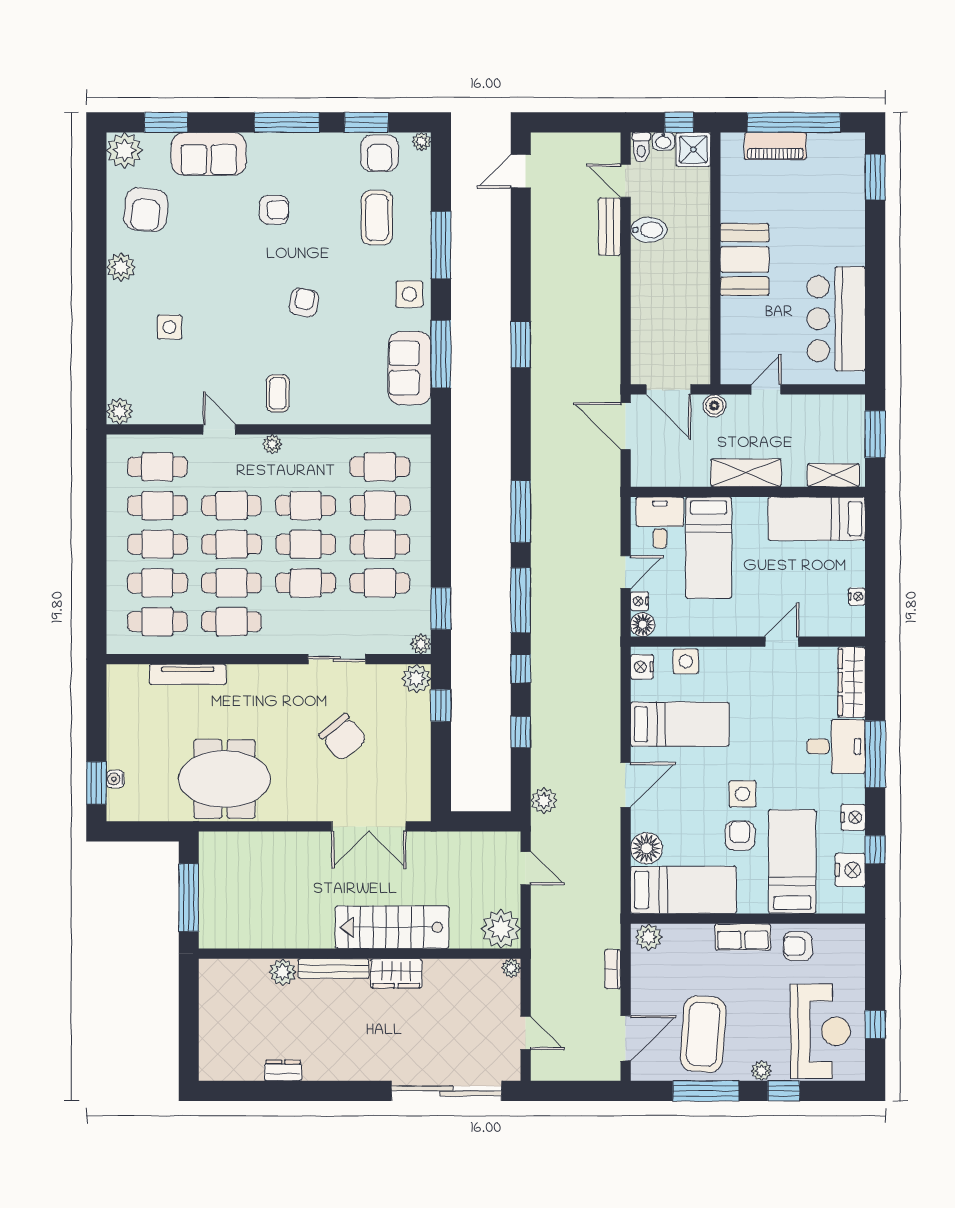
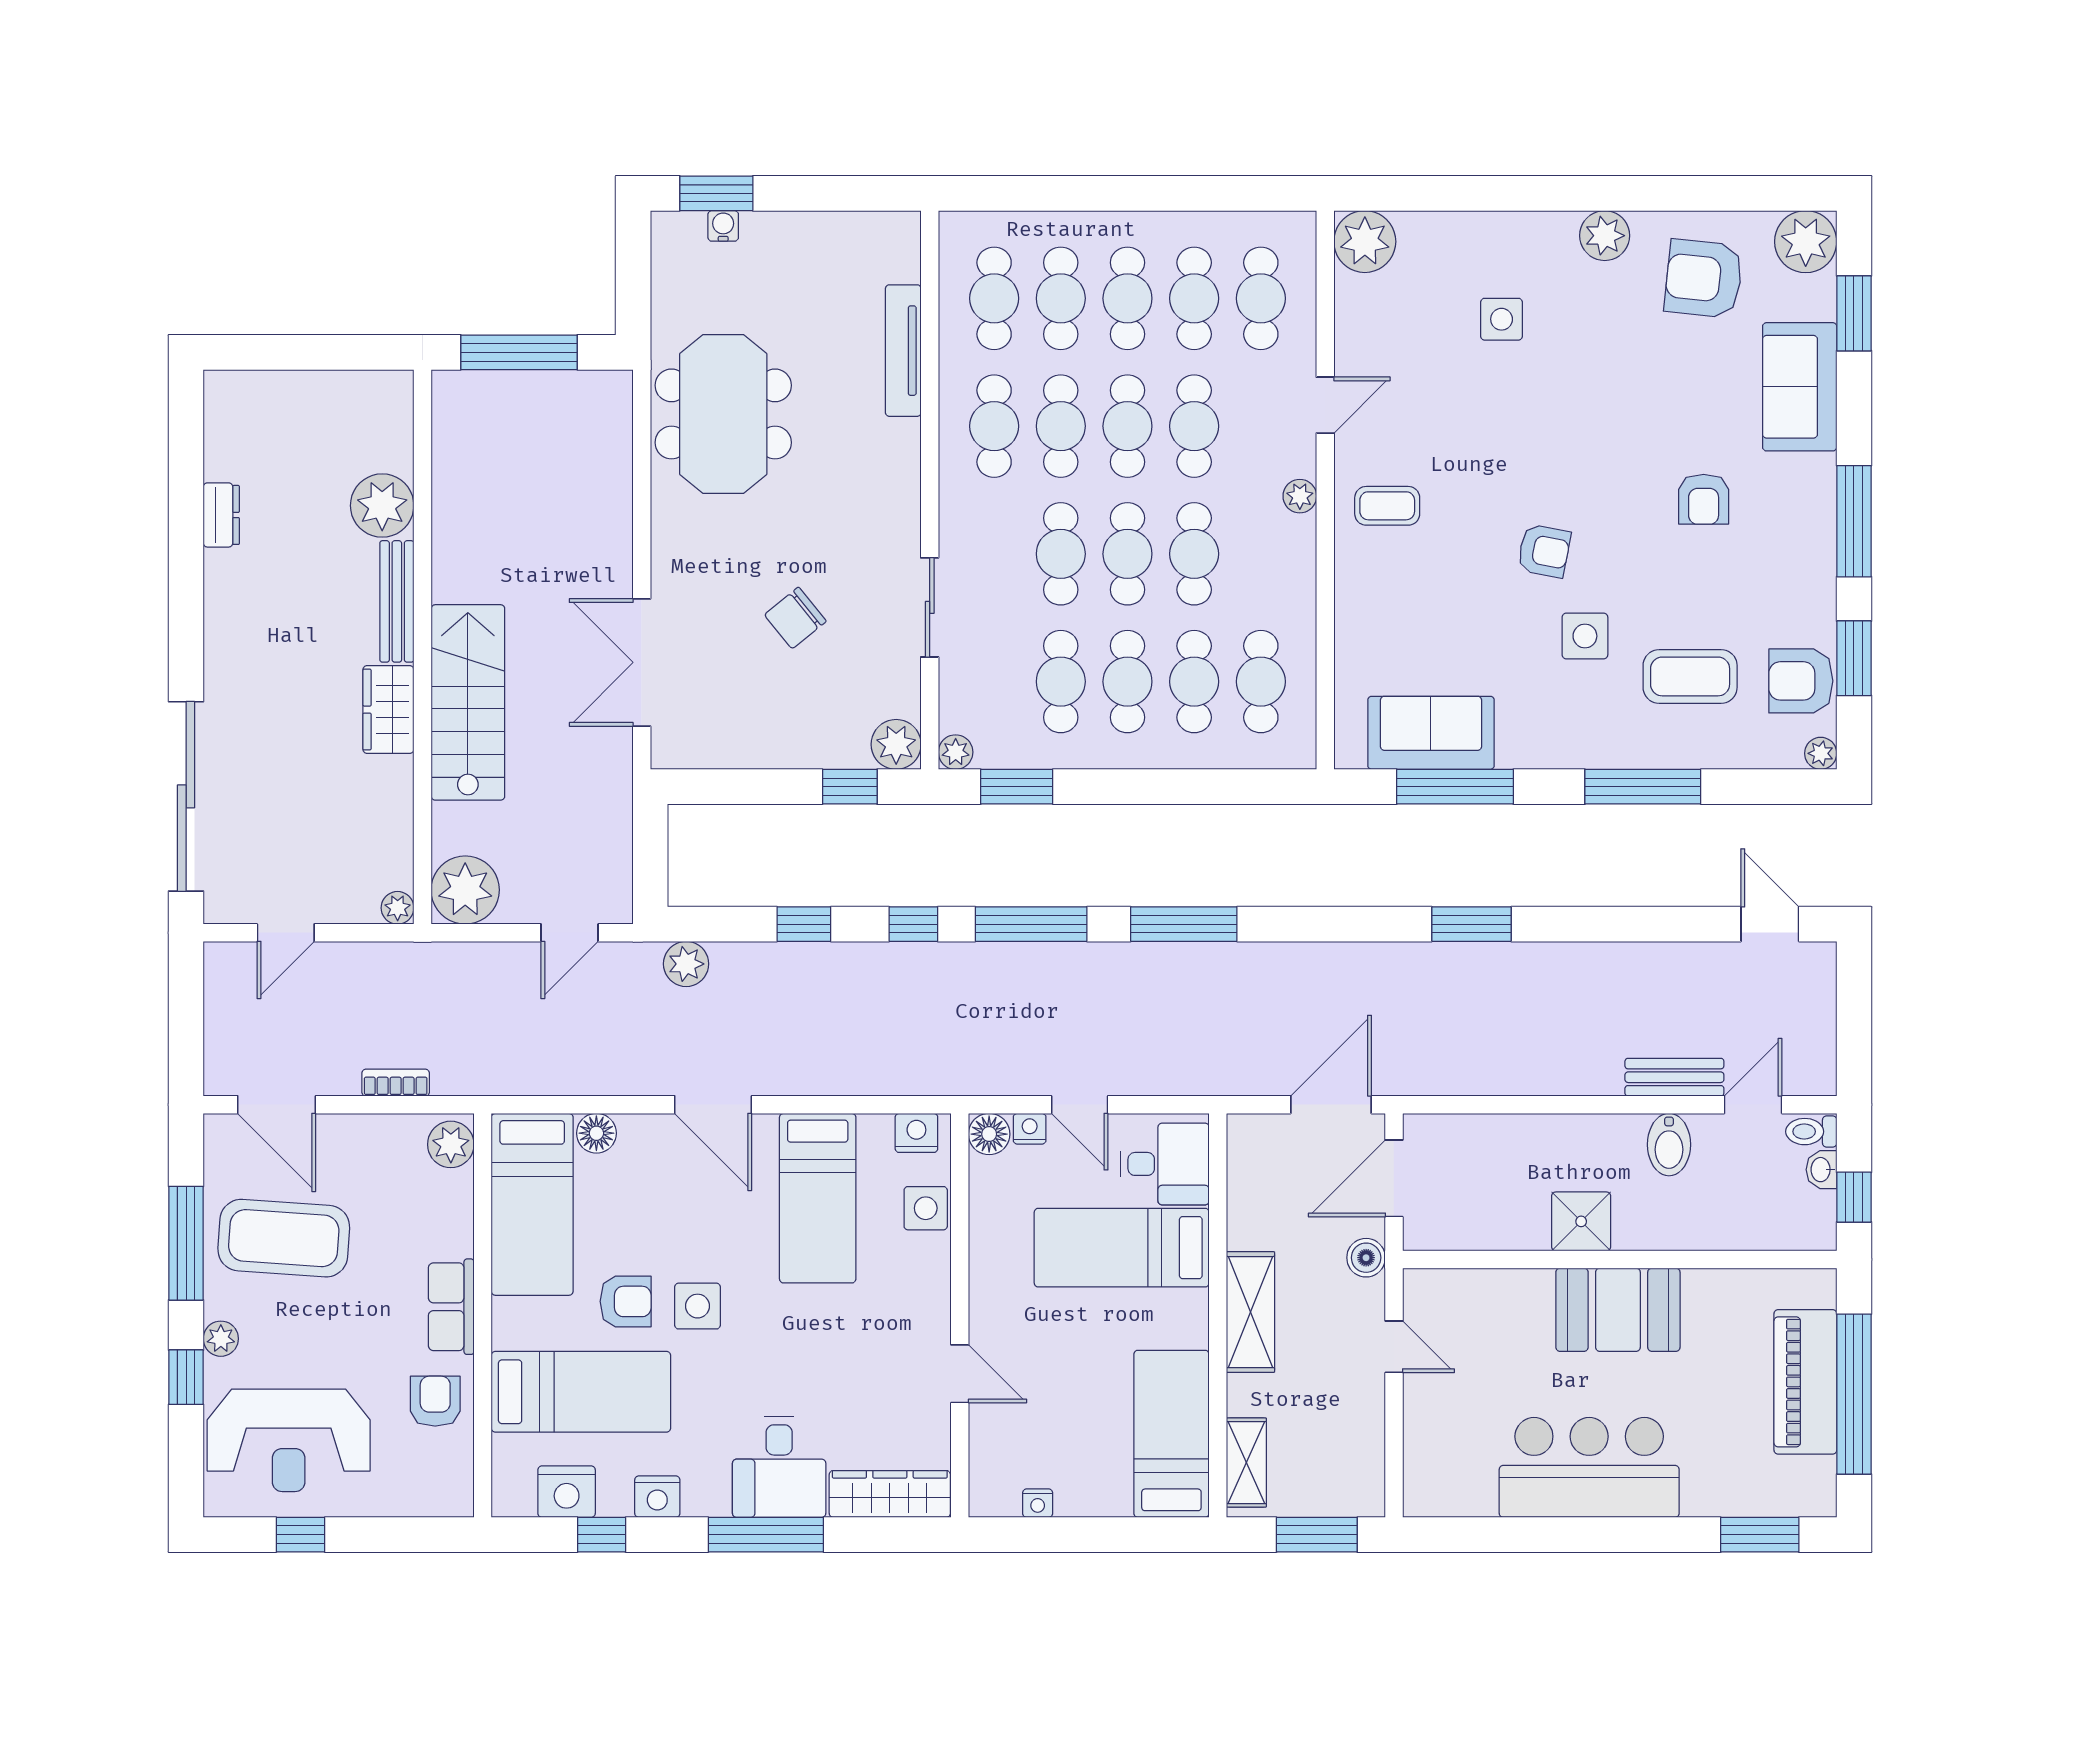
piano: (775, 146) -> (1805, 1382), width x1.37, depth x1.33
shower: (693, 149) -> (1581, 1221), moved
side table: (409, 294) -> (1585, 636), moved
bar counter: (836, 319) -> (1589, 1467), moved
plant: (120, 411) -> (1365, 242), width x1.36, depth x1.36
chair: (343, 737) -> (795, 618), width x0.73, depth x0.73
floor lamp: (646, 848) -> (596, 1133), width x0.73, depth x0.73
plant: (283, 972) -> (382, 506), width x1.36, depth x1.36

